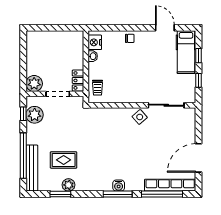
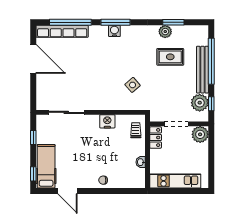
kitchen unit: (59, 38) -> (175, 181), added
nightstand: (95, 42) -> (107, 121), moved, turned -90
window: (199, 56) -> (33, 174), moved
side table: (140, 117) -> (133, 85), moved
door: (199, 158) -> (33, 59), hinge flipped
bench: (32, 168) -> (202, 70), moved

